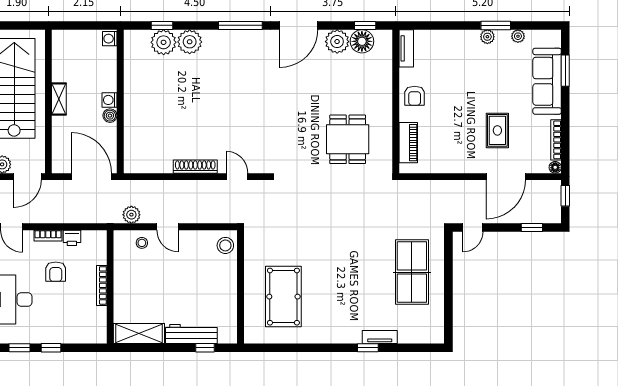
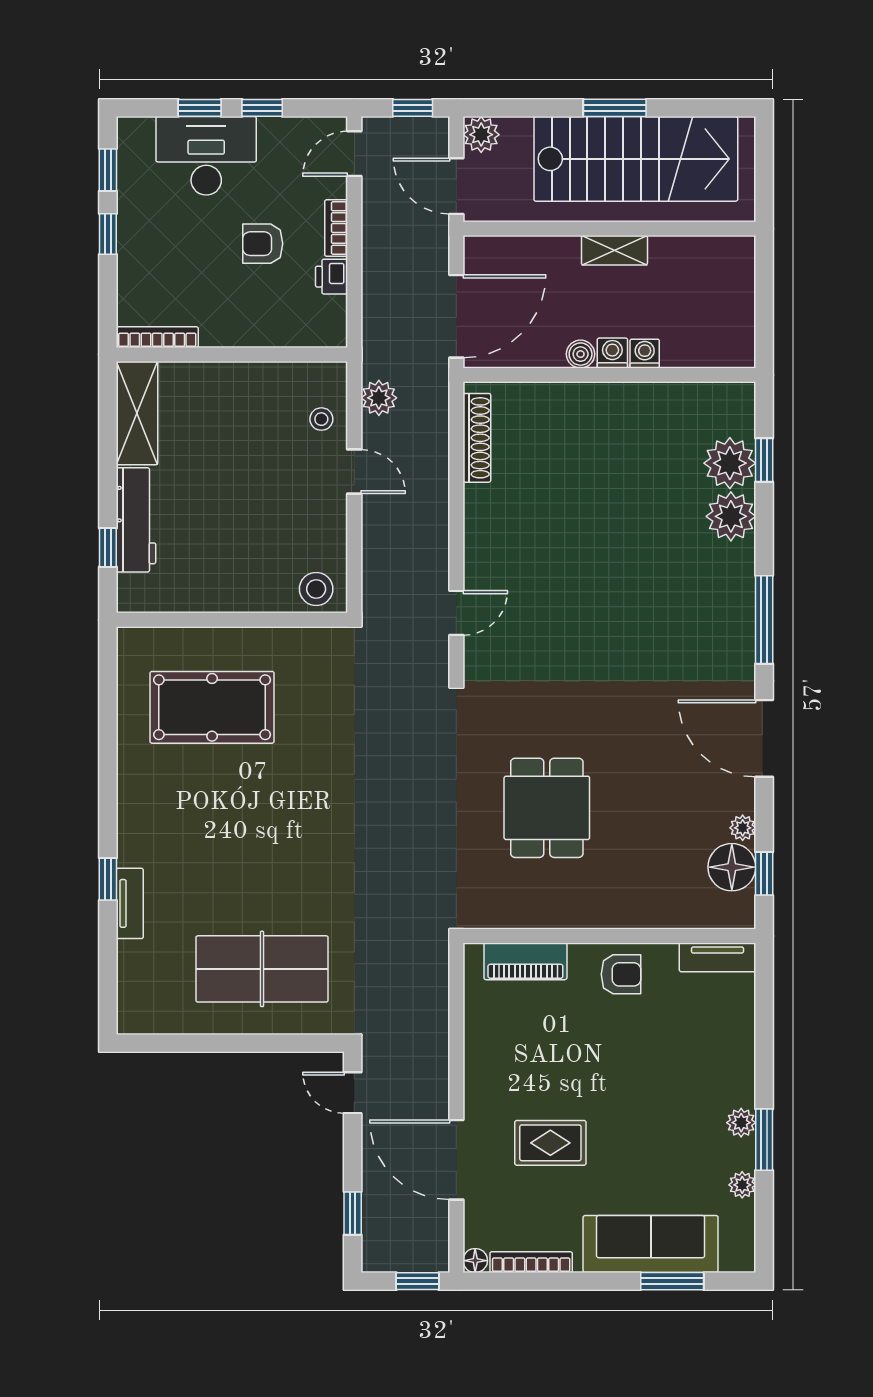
washing machine: (110, 39) -> (645, 354), moved
plant: (337, 42) -> (743, 828), width x0.53, depth x0.53
armchair: (415, 96) -> (621, 974), turned 180
dining table: (348, 139) -> (547, 808), moved, turned 90
shoe rack: (195, 167) -> (477, 438), moved
door: (168, 227) -> (354, 472), swing flipped
bookcase: (102, 285) -> (157, 337), moved

